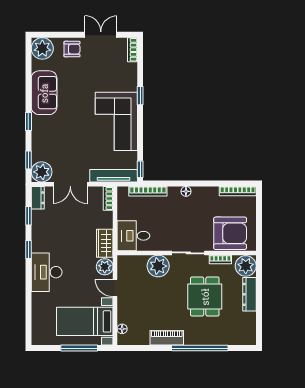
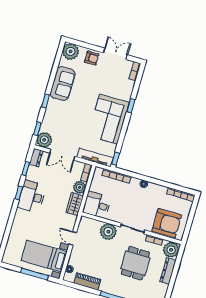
plant: (105, 267) -> (80, 187), moved
desk: (47, 272) -> (32, 196), moved
piano: (167, 338) -> (87, 281), moved

